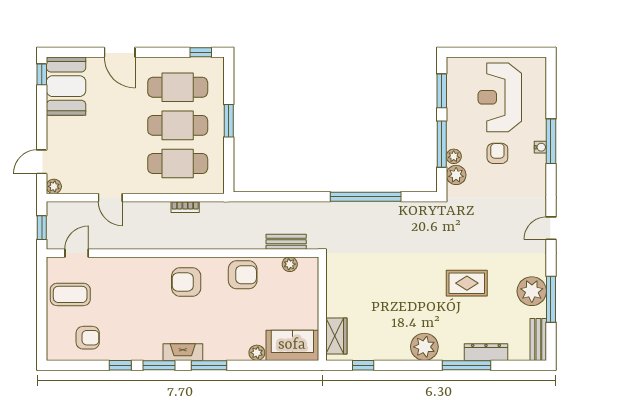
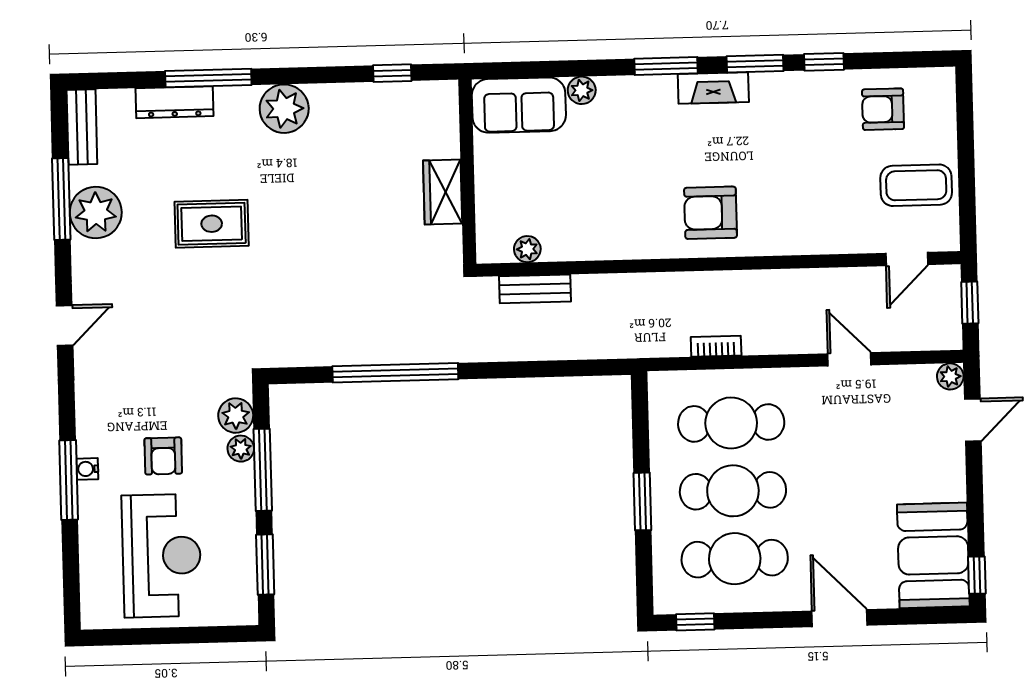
armchair: (243, 275) -> (611, 228), removed
armchair: (186, 282) -> (710, 213), turned 180
wardrobe: (336, 336) -> (443, 192), moved

